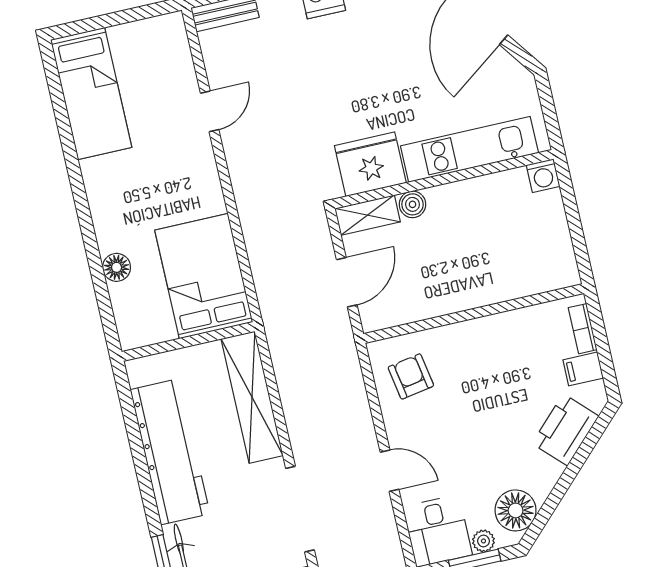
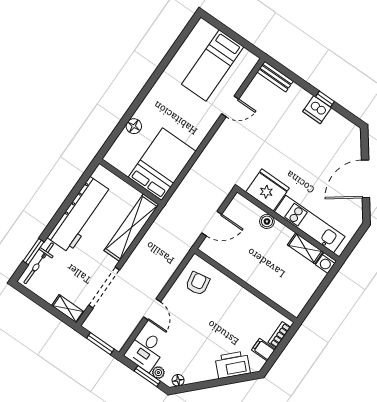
bed: (91, 93) -> (213, 66), moved
shelving: (367, 215) -> (305, 248), moved
floor lamp: (516, 510) -> (178, 380), width x0.53, depth x0.53

